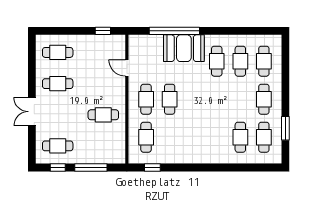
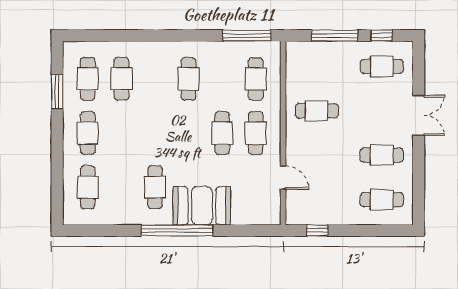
window: (174, 31) -> (177, 230), moved
cafe table: (240, 61) -> (189, 79), moved
window: (152, 168) -> (247, 36), width x2.17

